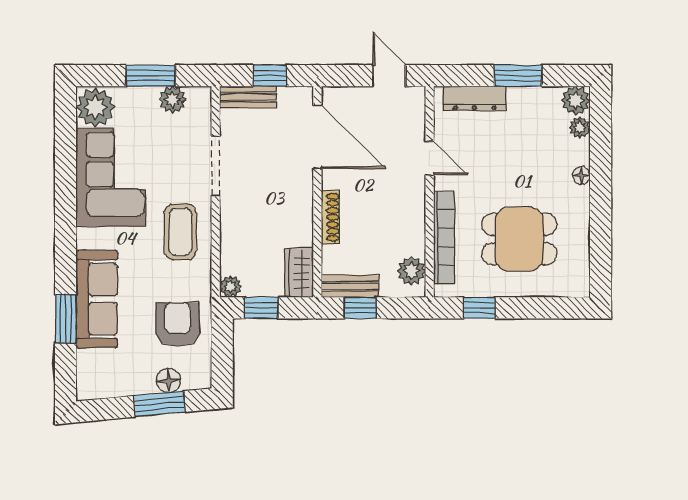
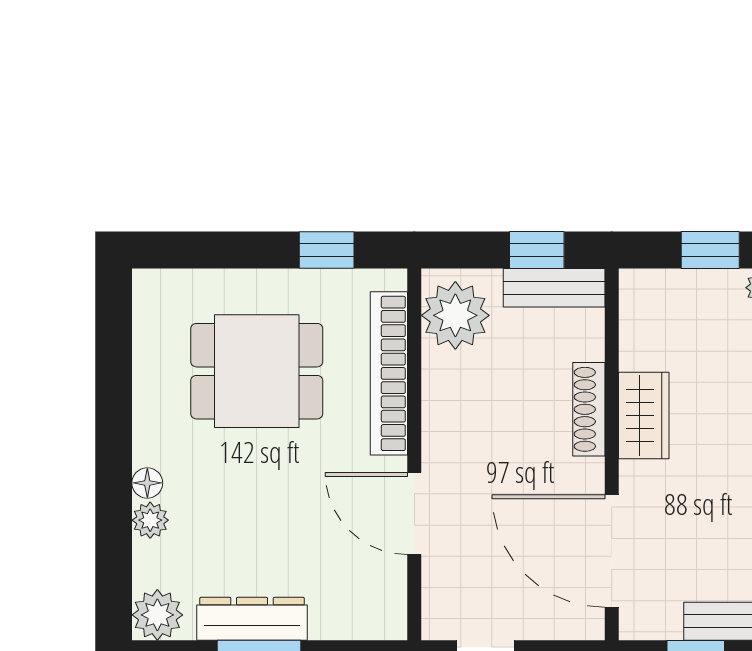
dresser: (475, 98) -> (252, 619), moved
plant: (580, 127) -> (150, 520), moved
door: (430, 158) -> (414, 514), width x1.38
plant: (412, 271) -> (455, 315), width x1.36, depth x1.36
wardrobe: (299, 273) -> (644, 416), moved

